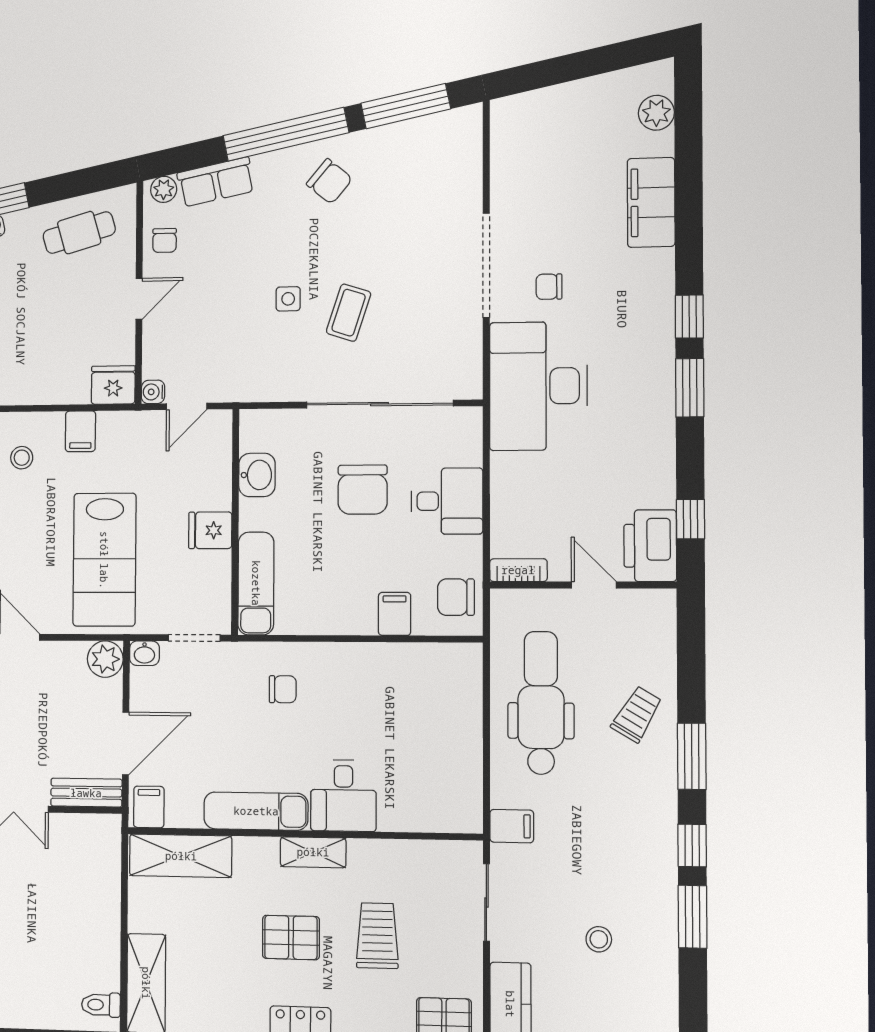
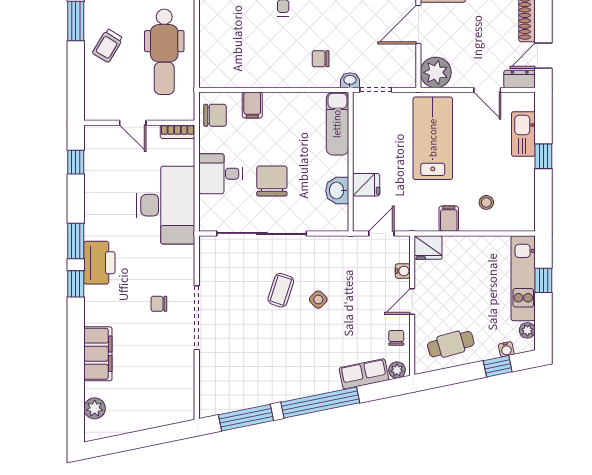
chair: (329, 181) -> (293, 372), removed
chair: (549, 287) -> (159, 304), turned 180
side table: (288, 299) -> (318, 300), turned 45
desk: (538, 386) -> (166, 205), moved
water cooler: (153, 392) -> (403, 271), moved
fridge: (210, 530) -> (366, 185), moved
printer: (650, 546) -> (99, 263), moved
washbasin: (144, 653) -> (350, 80), moved
plant: (105, 659) -> (436, 72), width x1.36, depth x1.36

